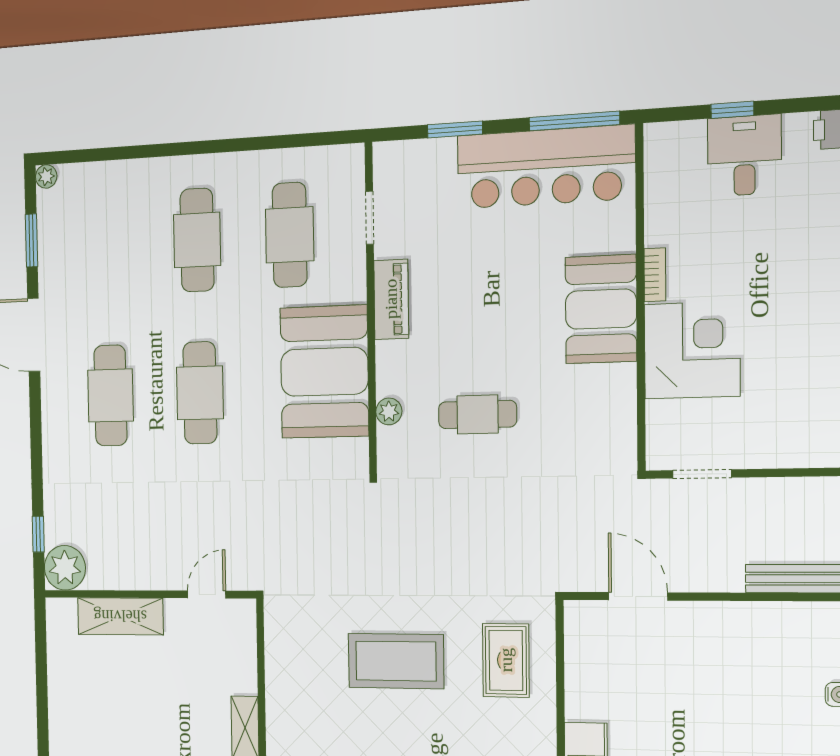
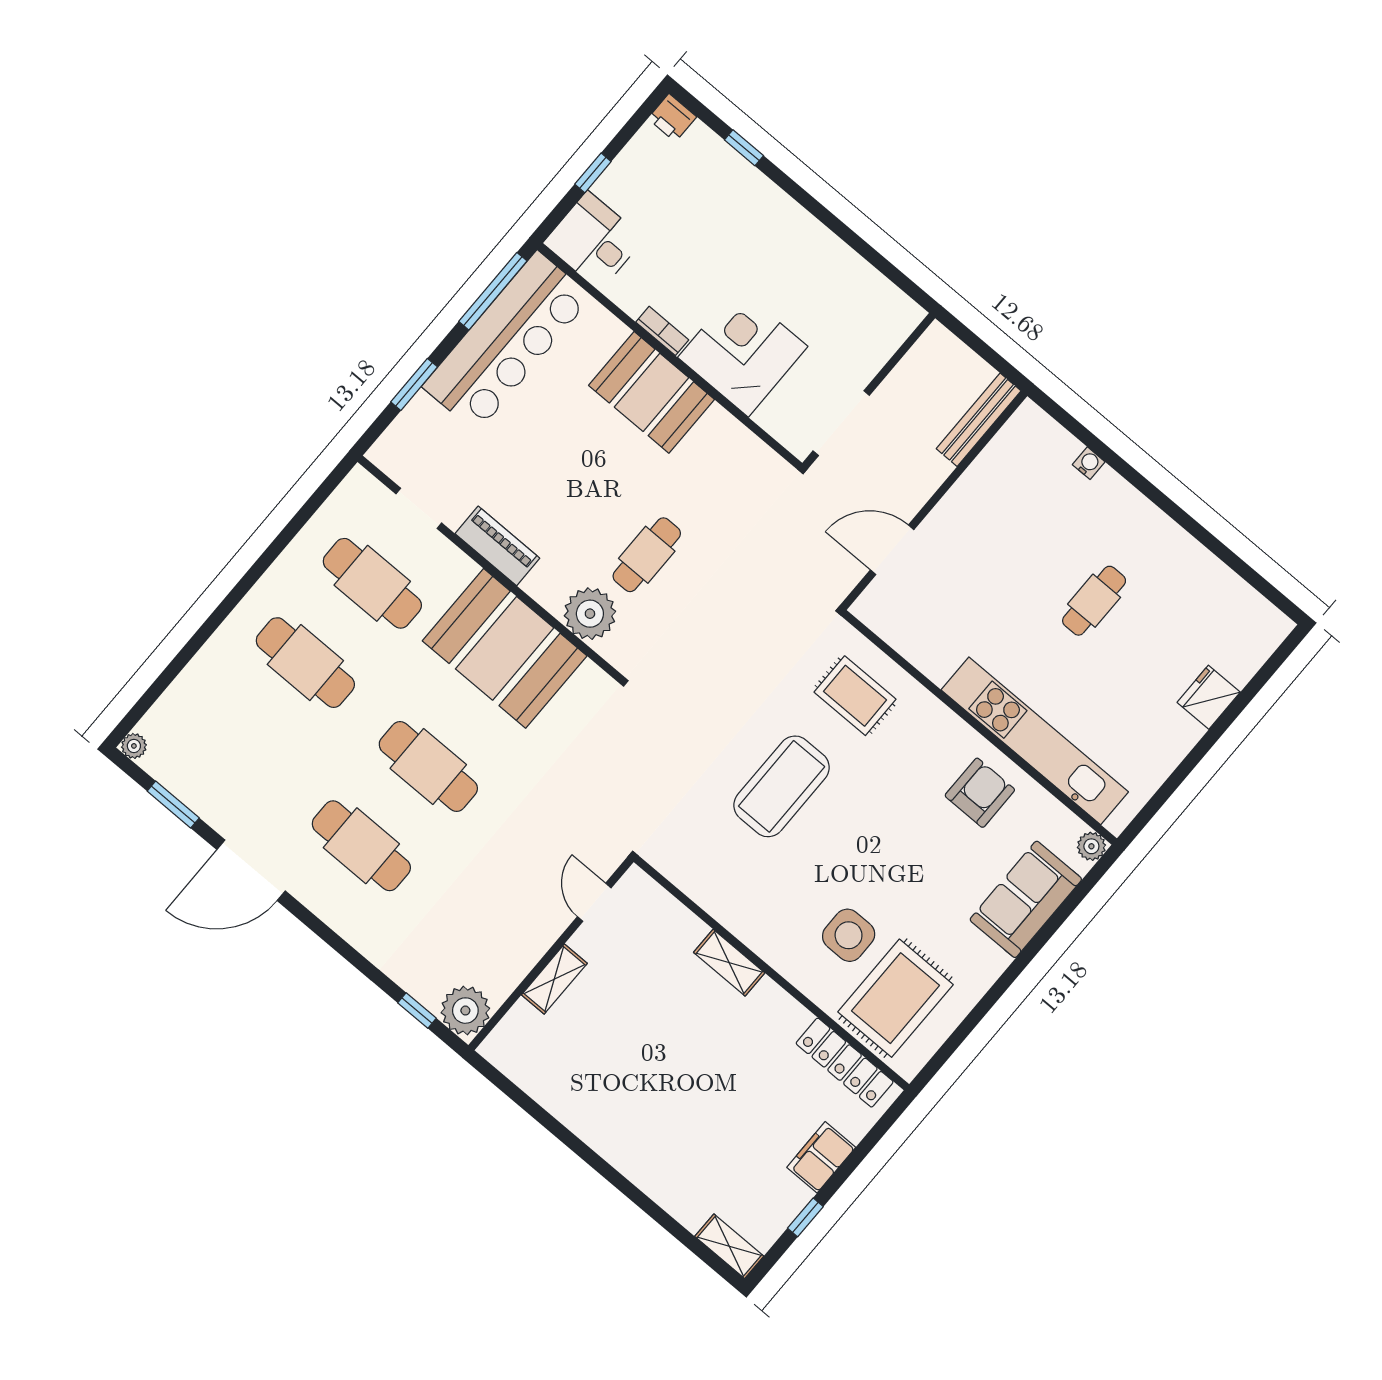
desk: (744, 156) -> (594, 241), moved
plant: (389, 411) -> (590, 614), width x1.87, depth x1.87
doorway: (702, 474) -> (841, 423), width x1.38
shelving: (120, 616) -> (554, 979), width x0.67, depth x0.75

